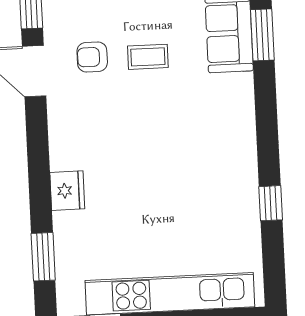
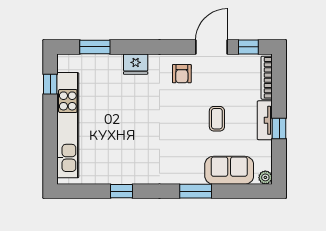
window: (262, 35) -> (196, 191), moved
armchair: (92, 57) -> (182, 74), moved, turned 180

